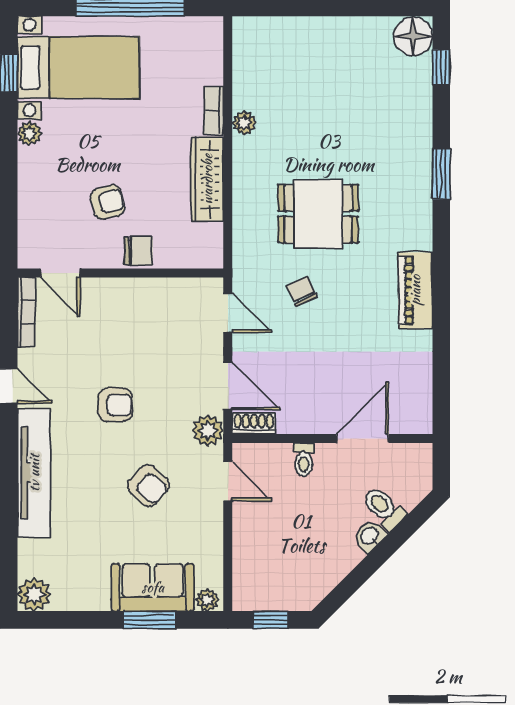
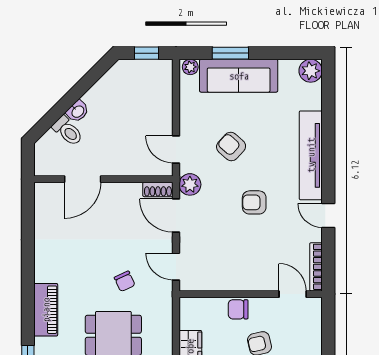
piano: (415, 290) -> (46, 310), moved
toilet: (304, 459) -> (123, 165), removed
sofa: (153, 587) -> (239, 76), width x1.36

